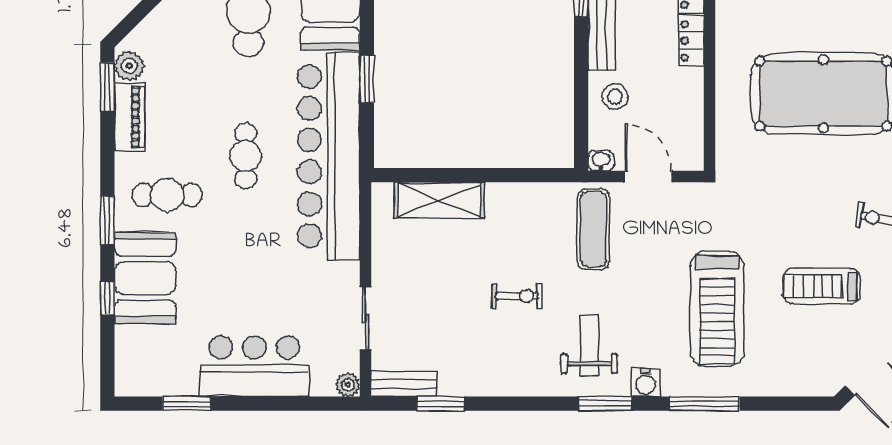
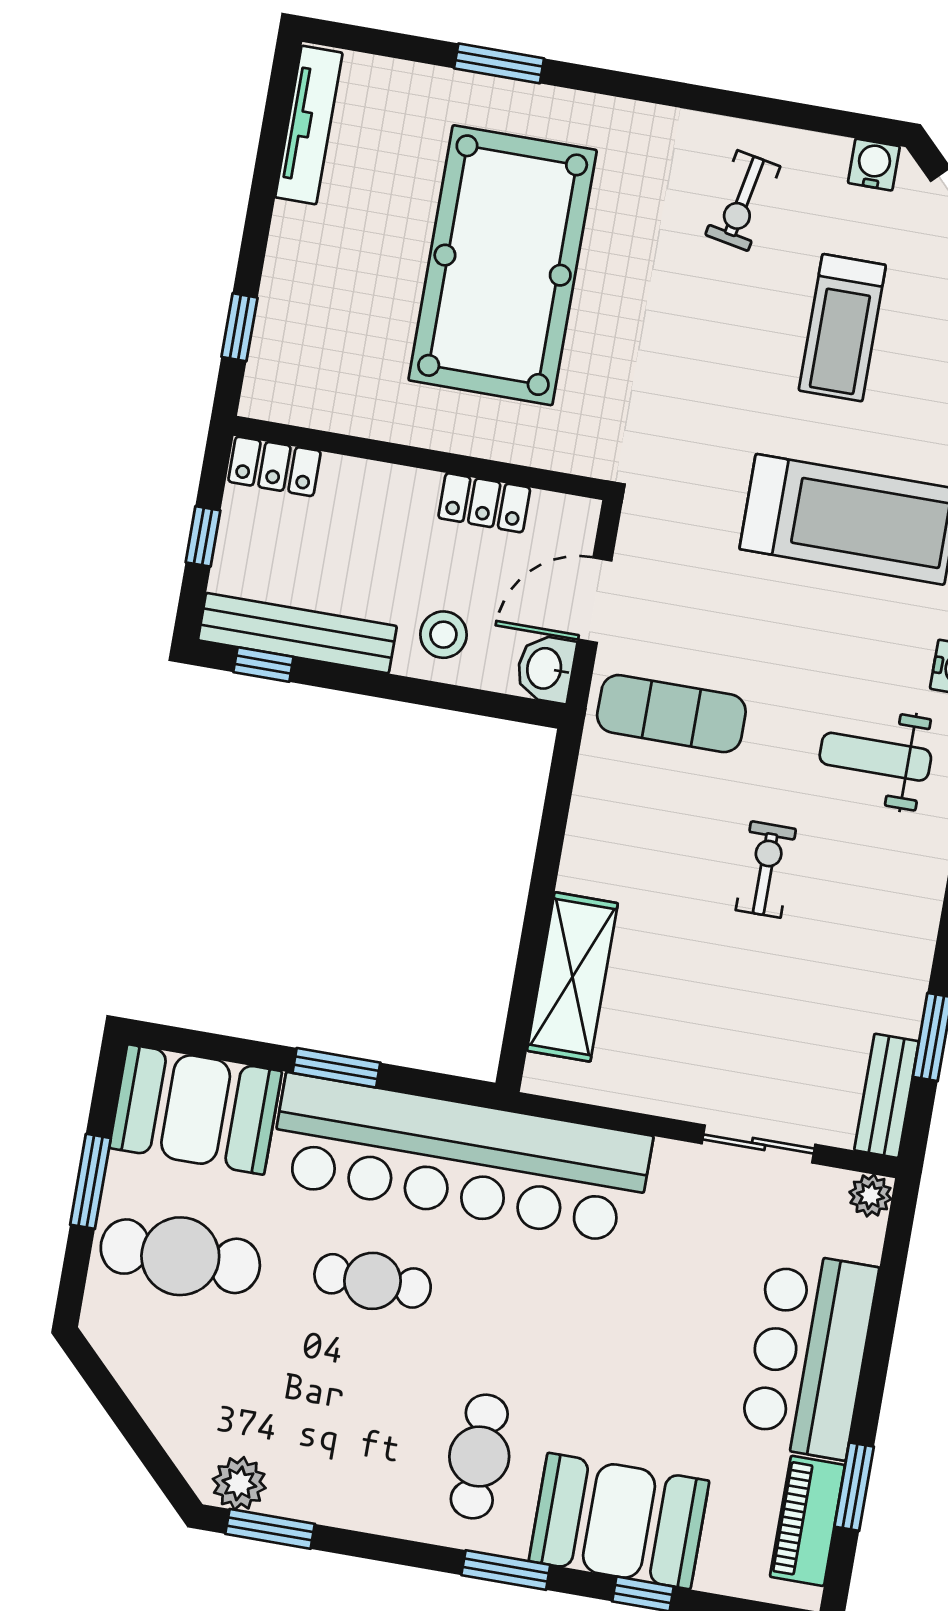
locker: (691, 41) -> (484, 503), moved
piano: (130, 117) -> (807, 1521), moved, turned -90
cafe table: (246, 156) -> (373, 1281), moved
washbasin: (601, 161) -> (546, 669), width x1.38, depth x1.45

